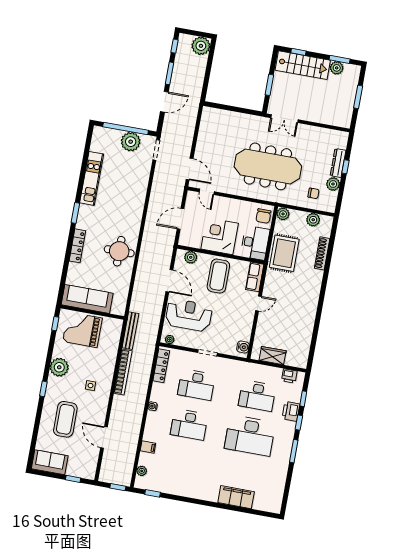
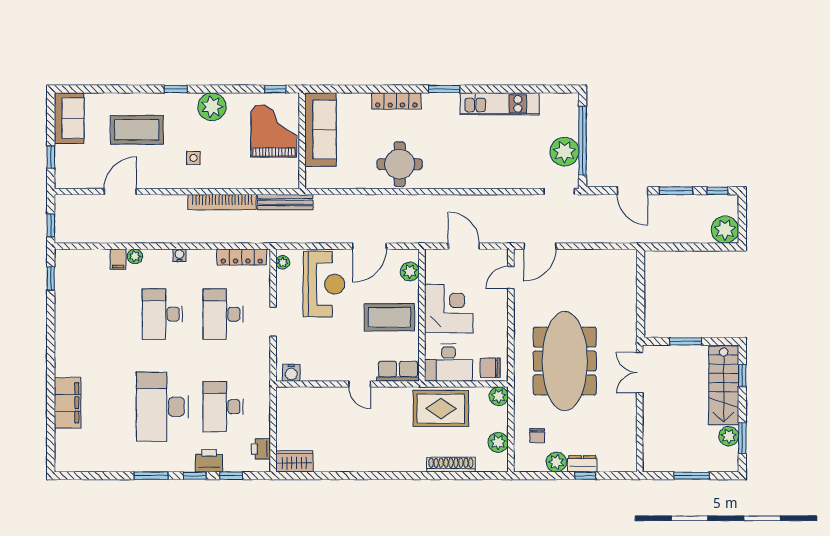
dresser: (338, 163) -> (582, 464), width x0.70
wardrobe: (273, 356) -> (294, 461), moved, turned -90
plant: (142, 471) -> (135, 256), moved

